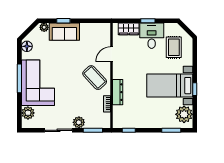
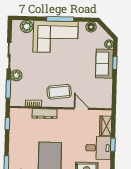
coffee table: (95, 78) -> (59, 92), turned 36

